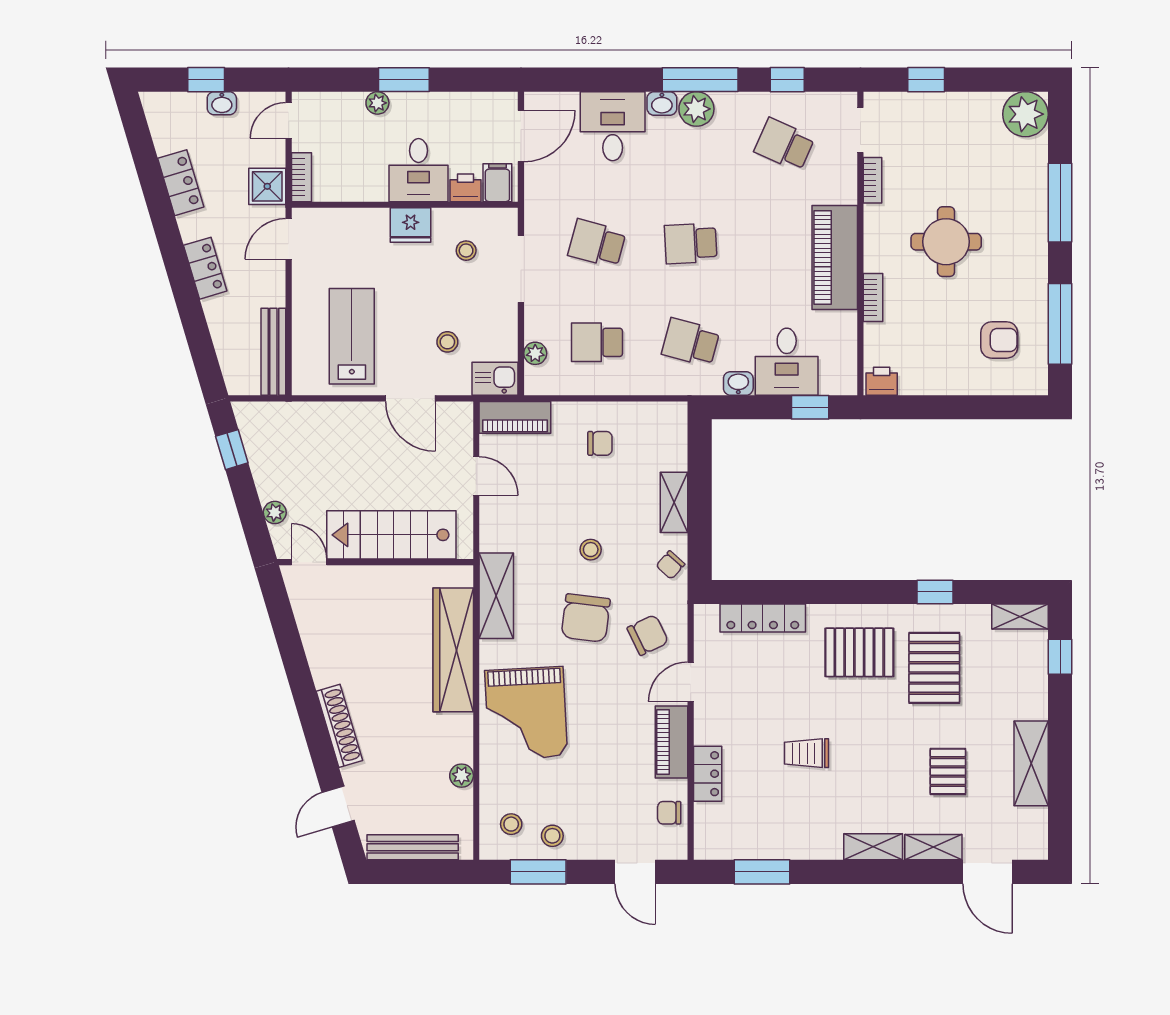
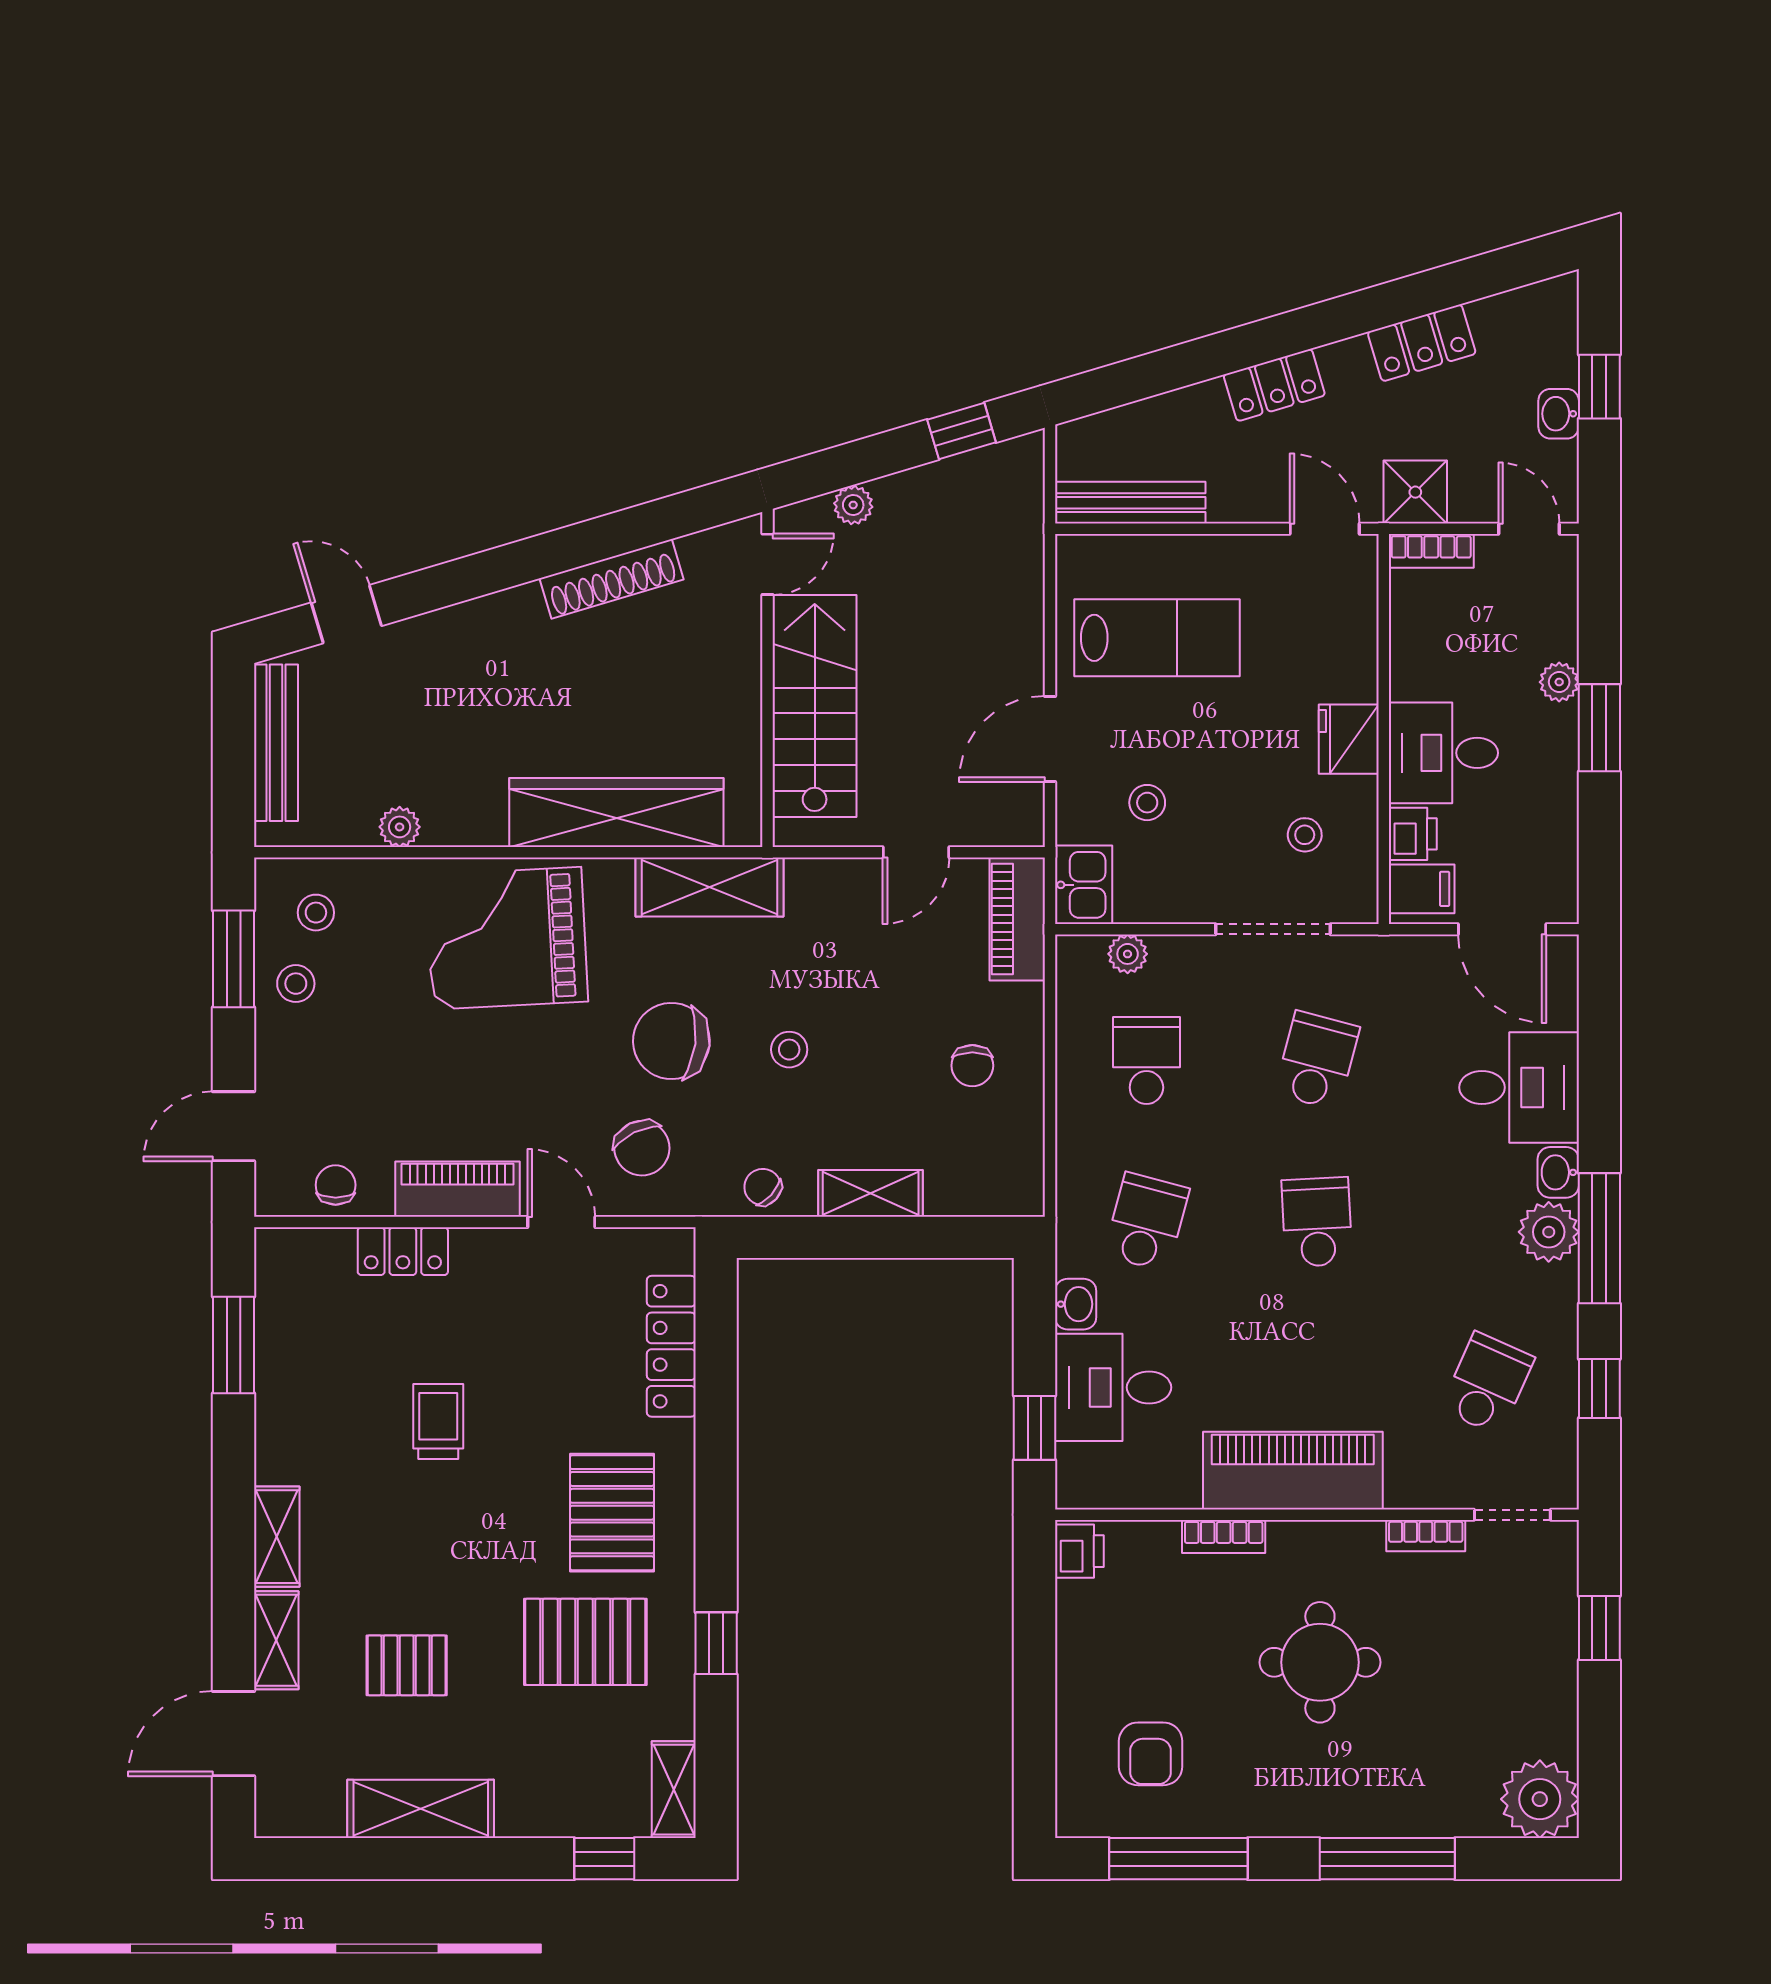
shoe rack: (339, 726) -> (612, 579), moved

